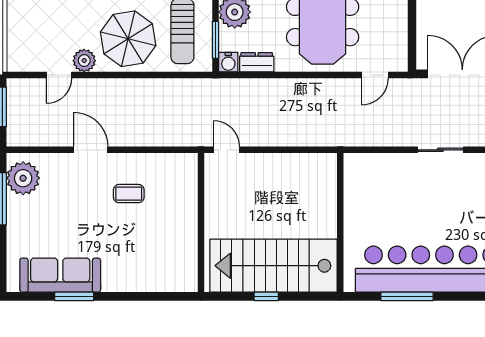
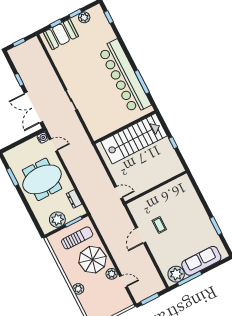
water cooler: (228, 62) -> (43, 138), moved
door: (91, 150) -> (141, 235), moved
door: (226, 150) -> (119, 193), swing flipped
stairs: (274, 266) -> (134, 139), moved, turned -90
sofa: (60, 275) -> (201, 261), moved, turned 90

